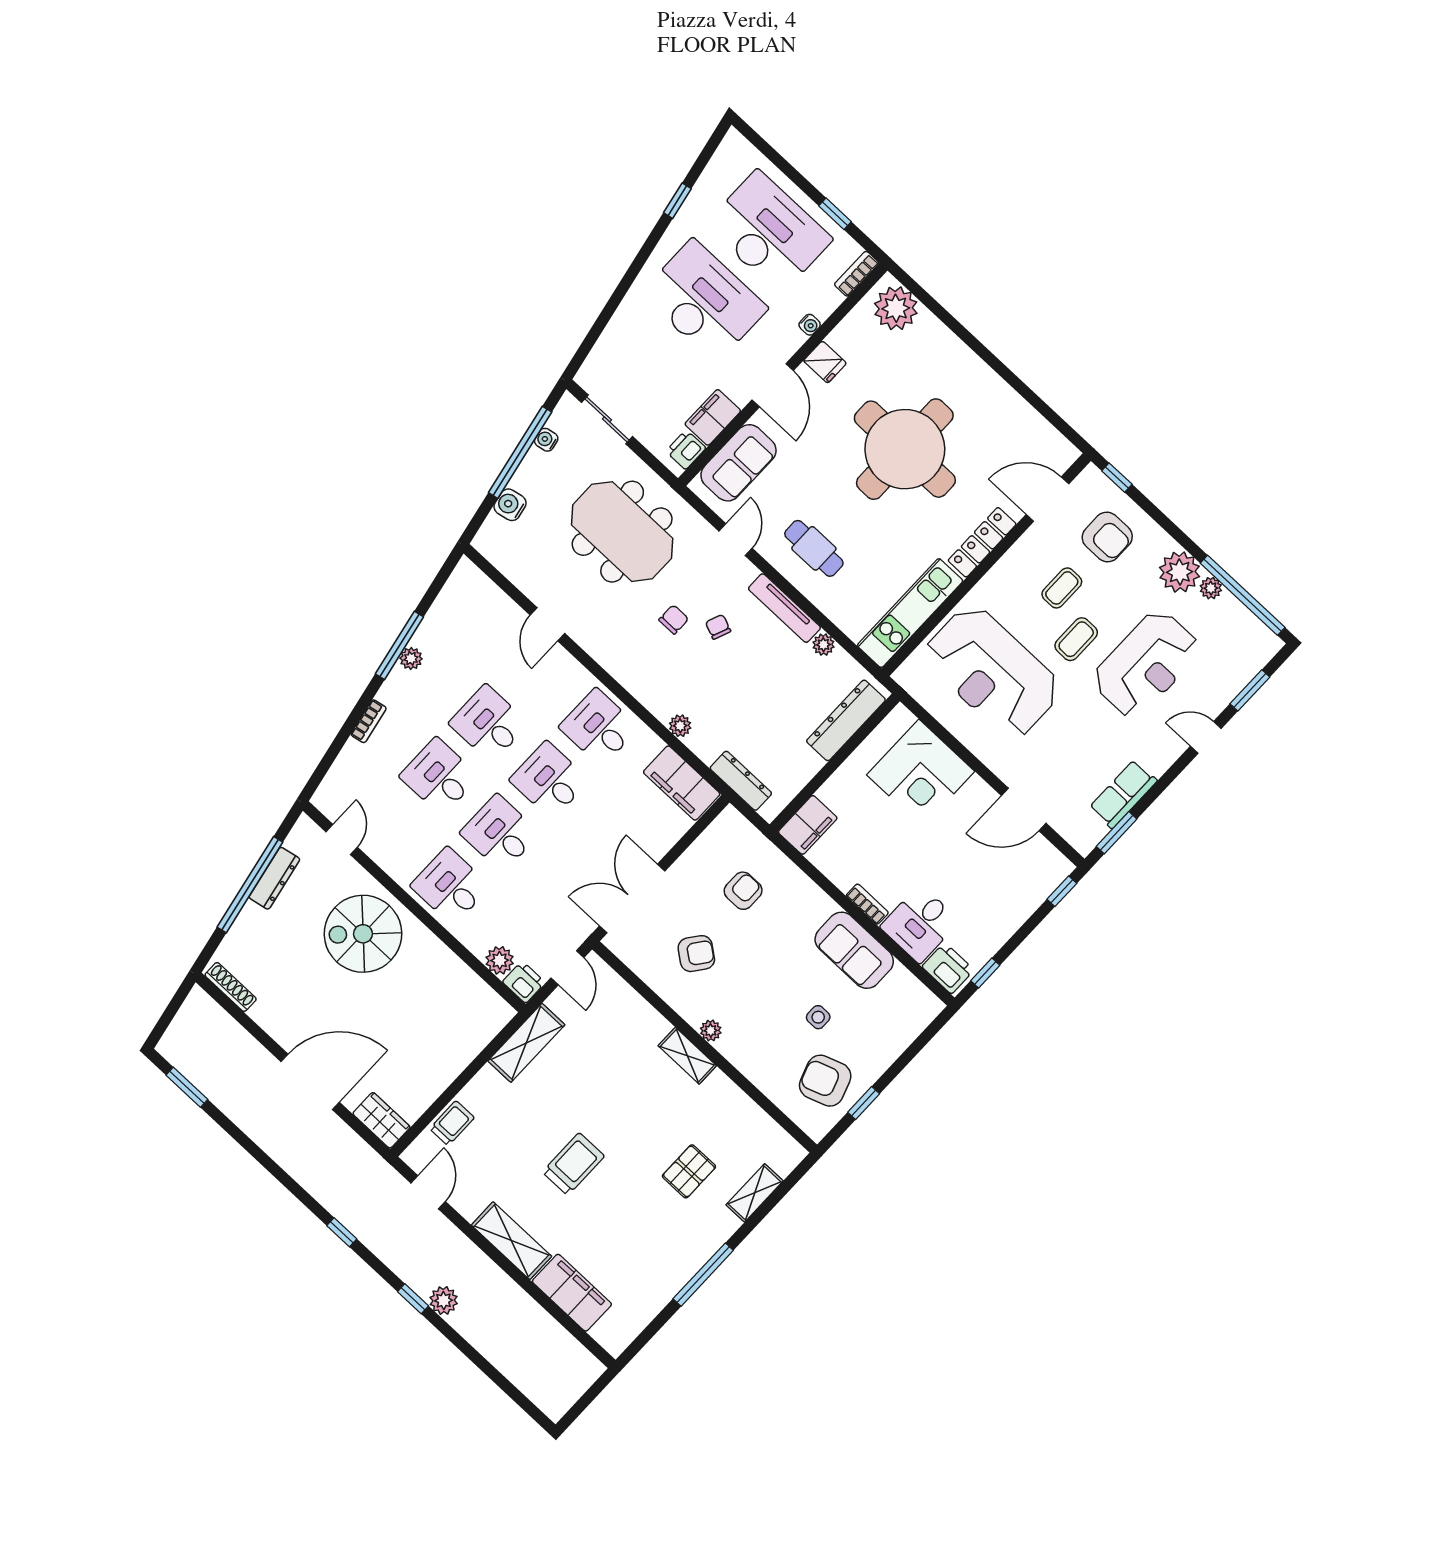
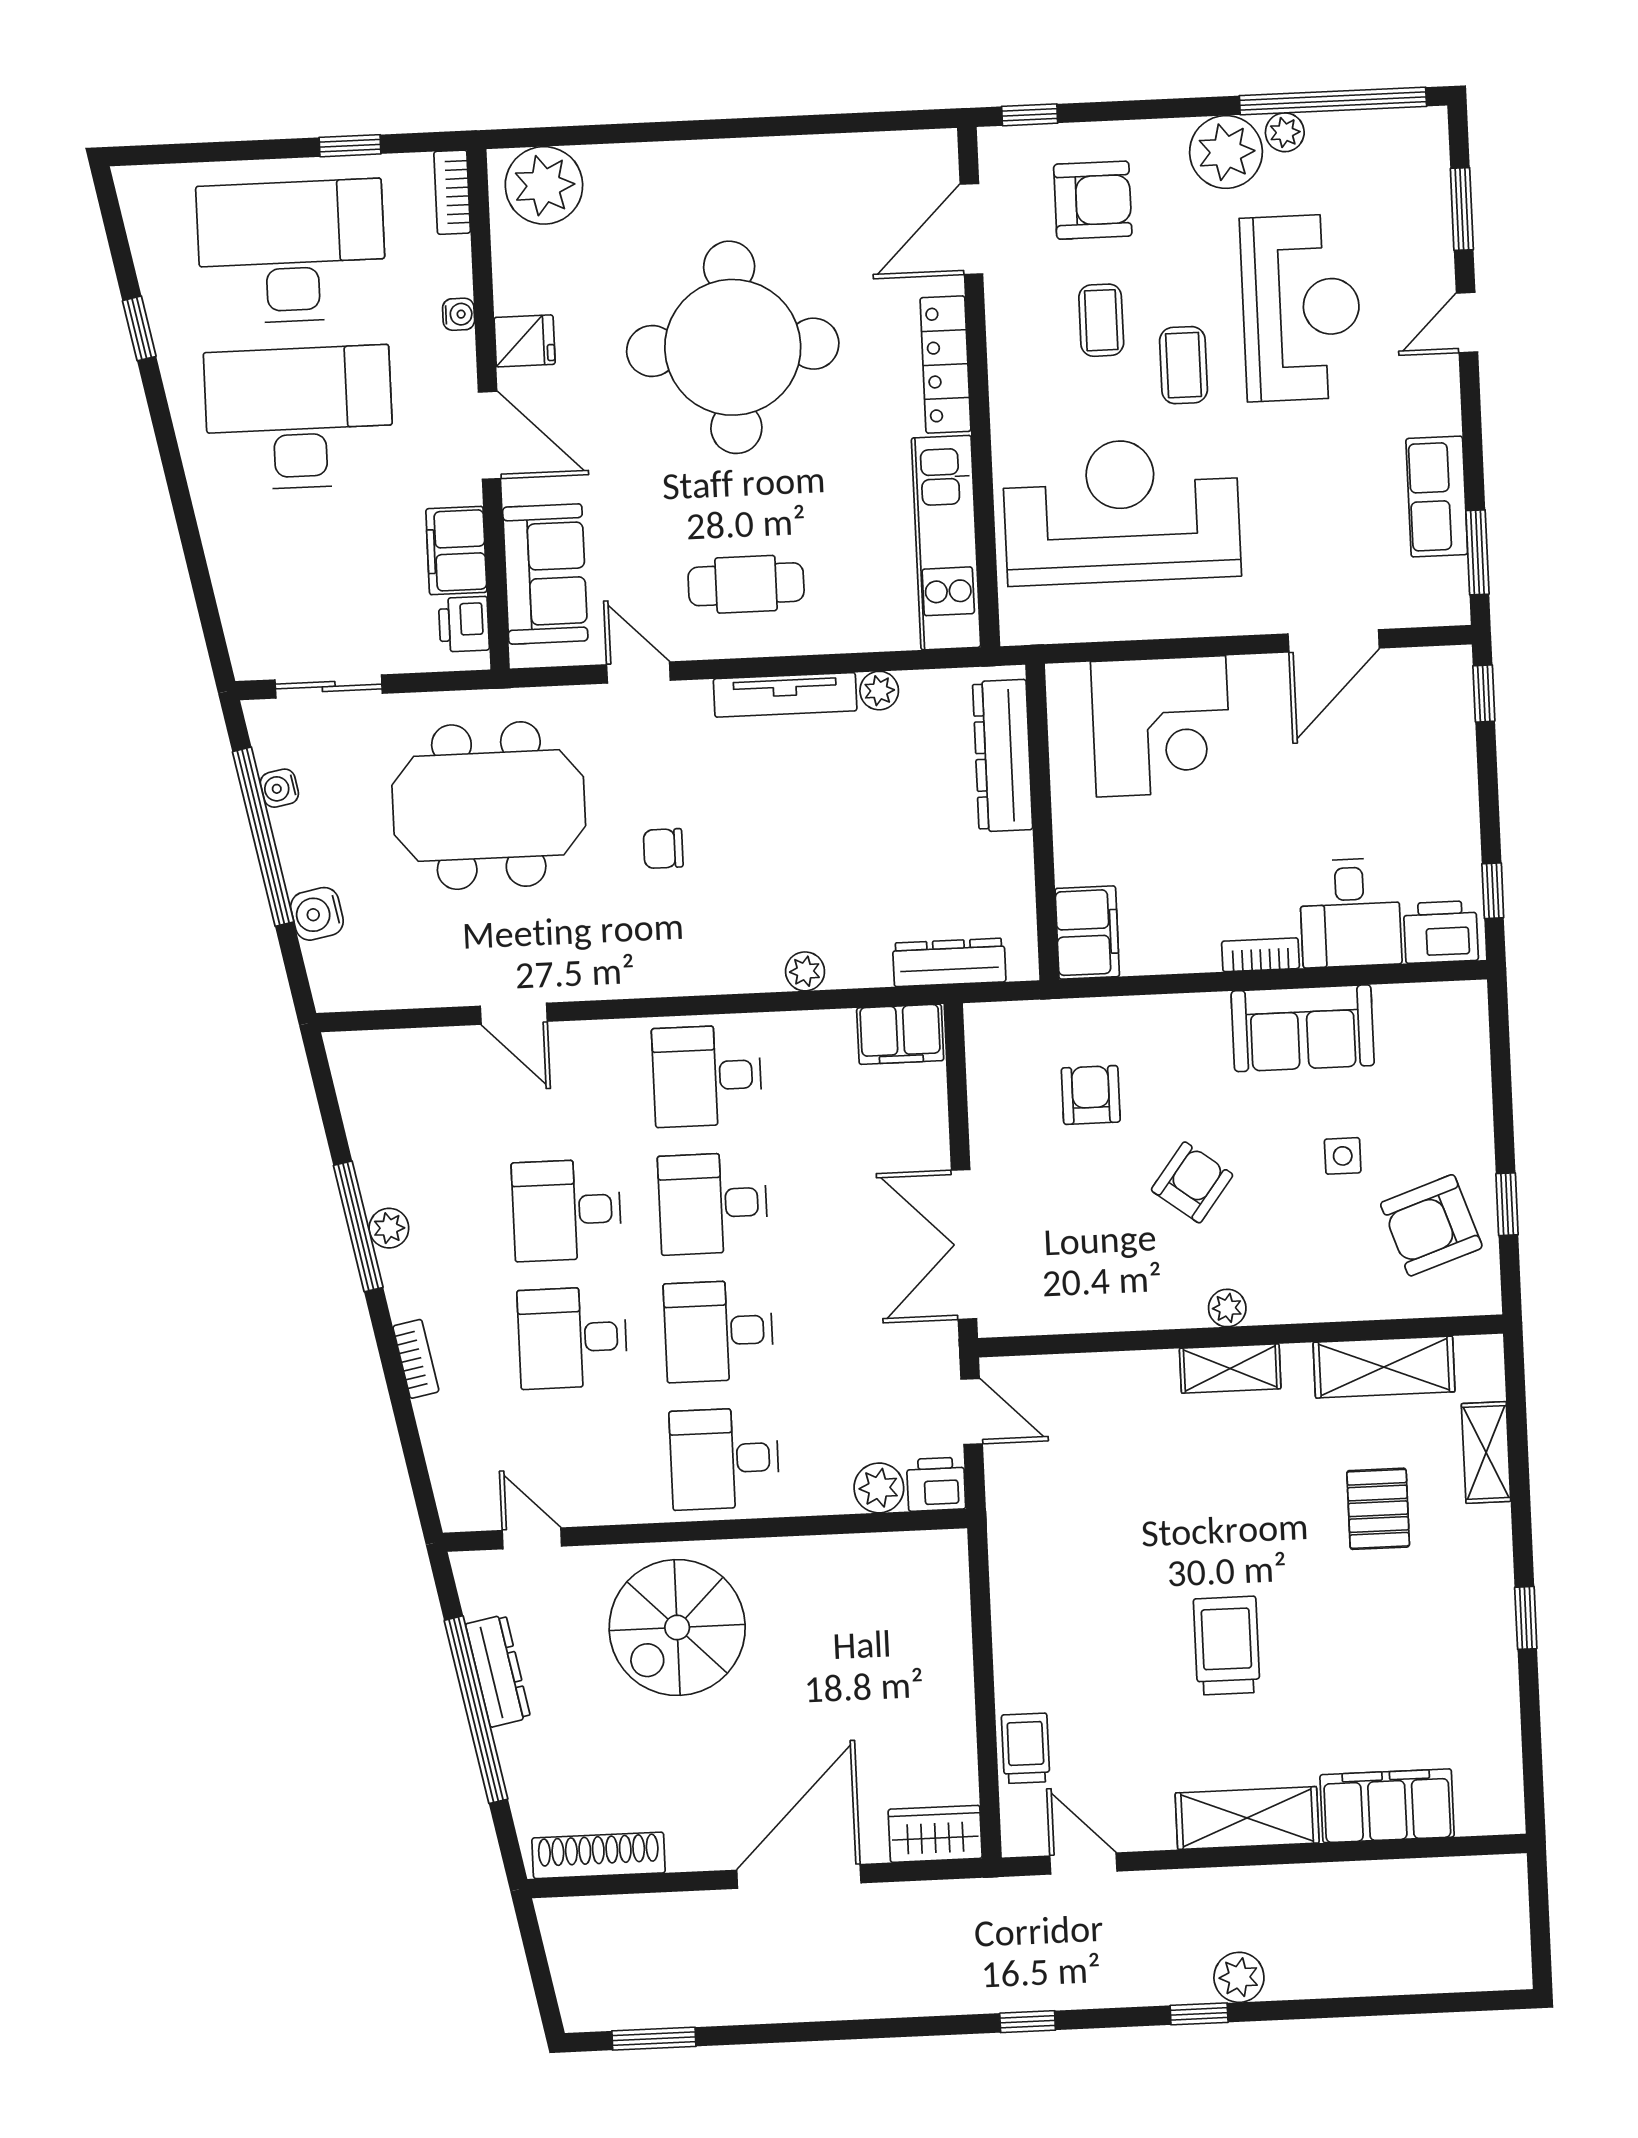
chair: (674, 619) -> (663, 849), turned -90
chair: (718, 627) -> (727, 802), removed
reception desk: (992, 672) -> (1121, 511), turned 180
filing cabinet: (682, 783) -> (900, 1034), width x0.67, depth x0.86
armchair: (696, 954) -> (1192, 1182), moved
shoe rack: (231, 987) -> (599, 1855), width x1.36, depth x1.24
shelving: (526, 1043) -> (1384, 1367), moved, turned 90
window: (703, 1275) -> (1526, 1618), width x0.46

